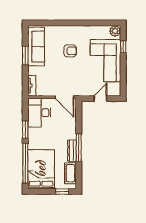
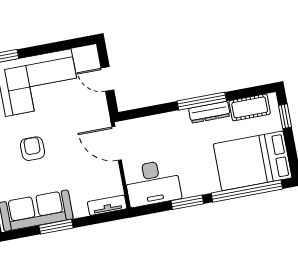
door: (64, 97) -> (117, 143), swing flipped

